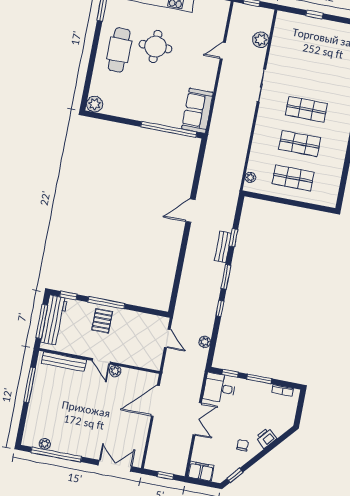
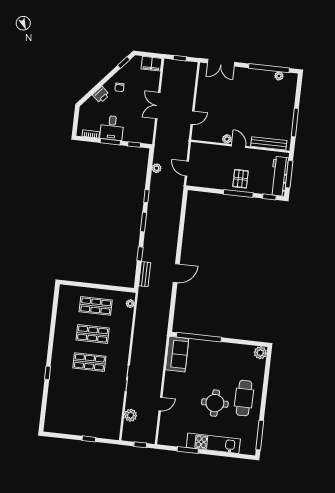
bench: (223, 247) -> (145, 274), moved
desk: (219, 388) -> (112, 128), moved, turned 90
door: (155, 401) -> (193, 118), width x0.53

